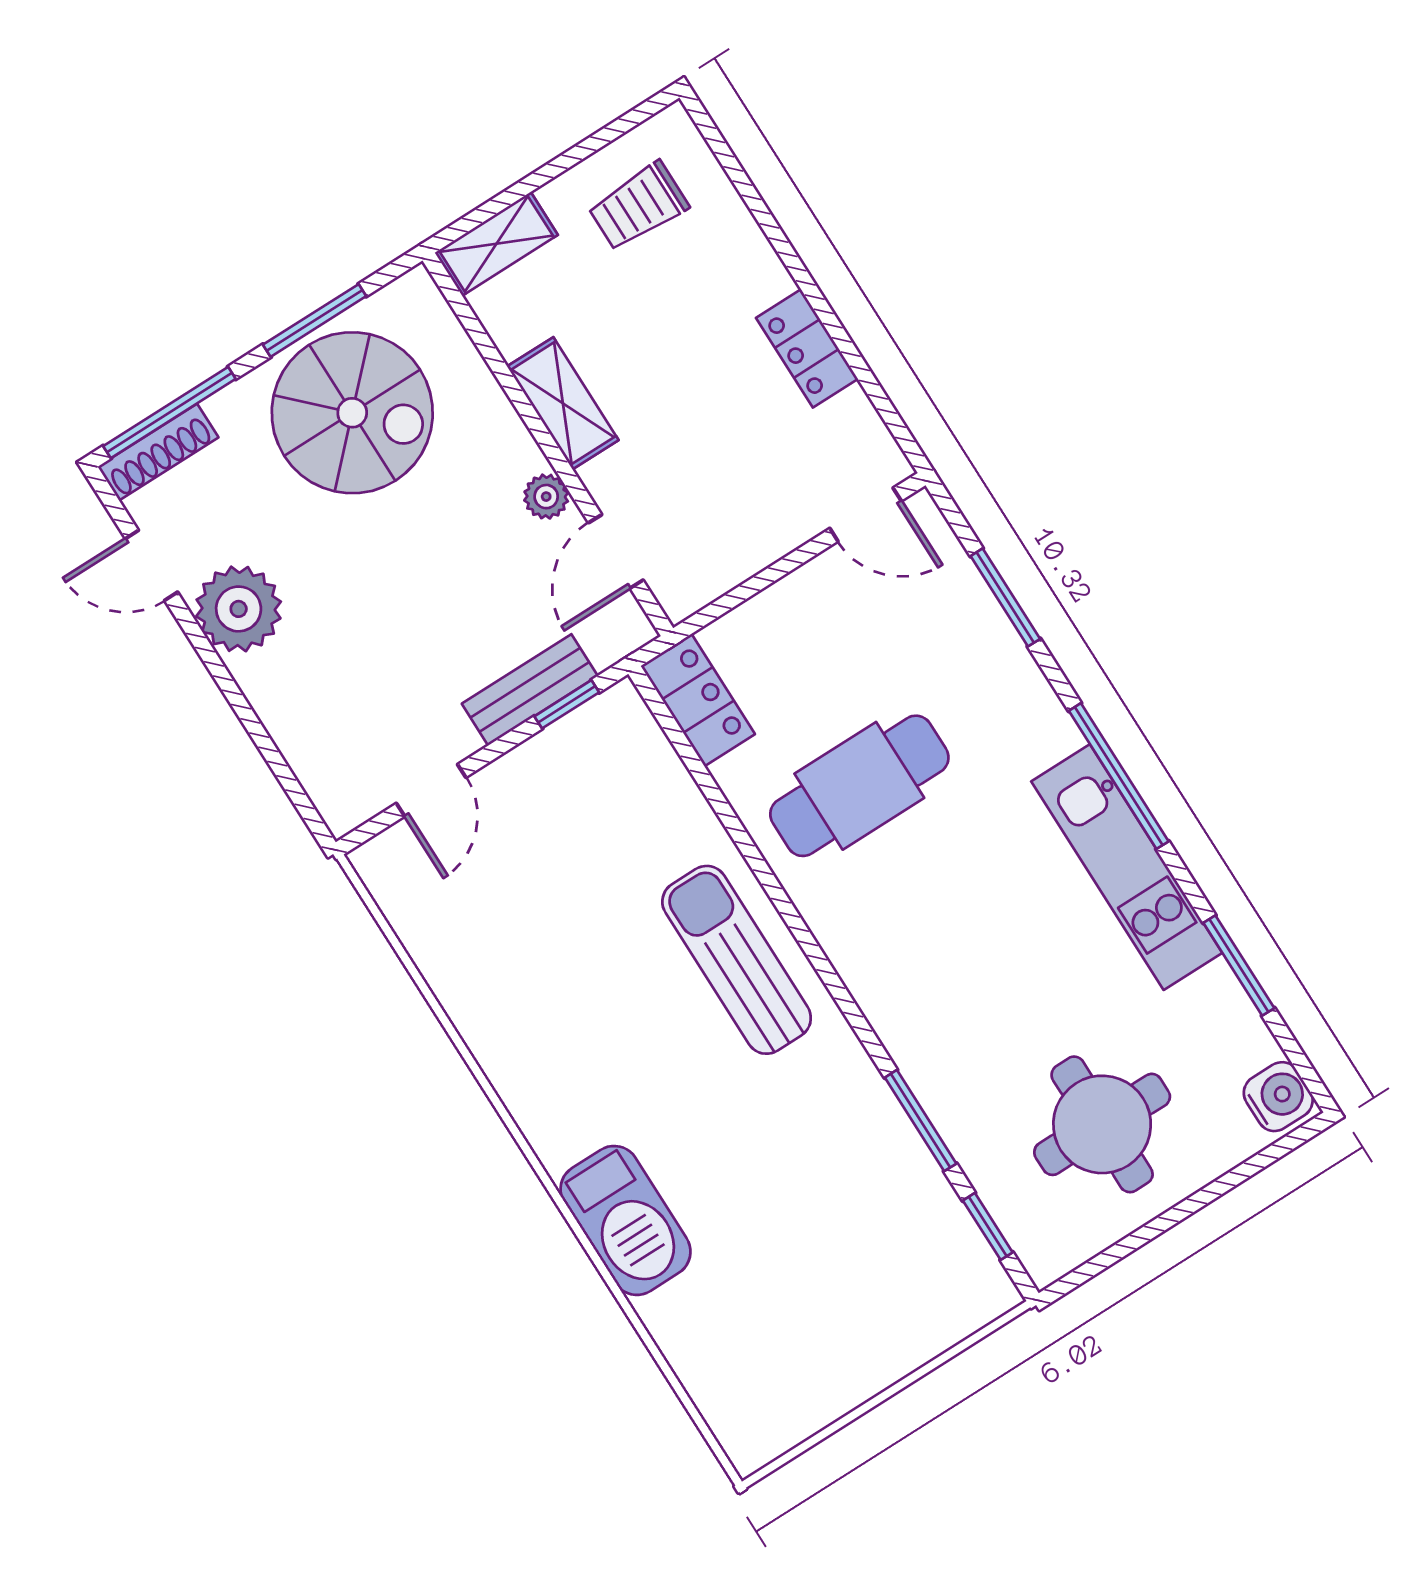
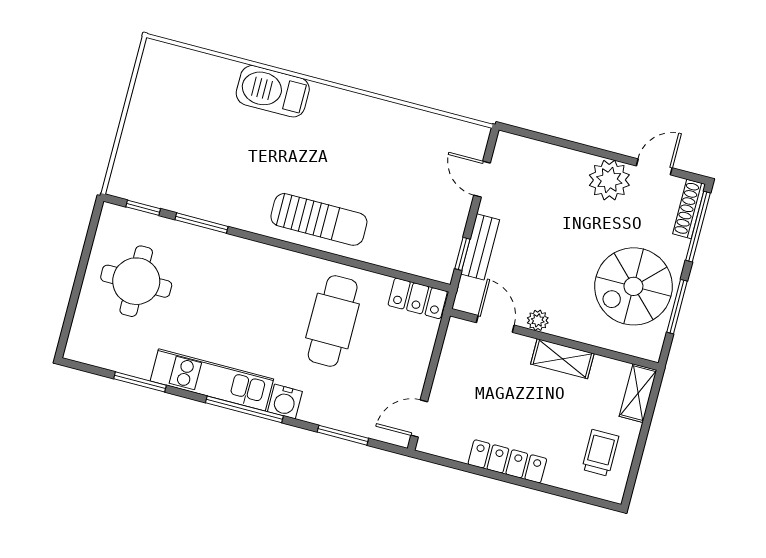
locker: (807, 348) -> (507, 461), width x1.53
water cooler: (1278, 1097) -> (285, 402), moved

